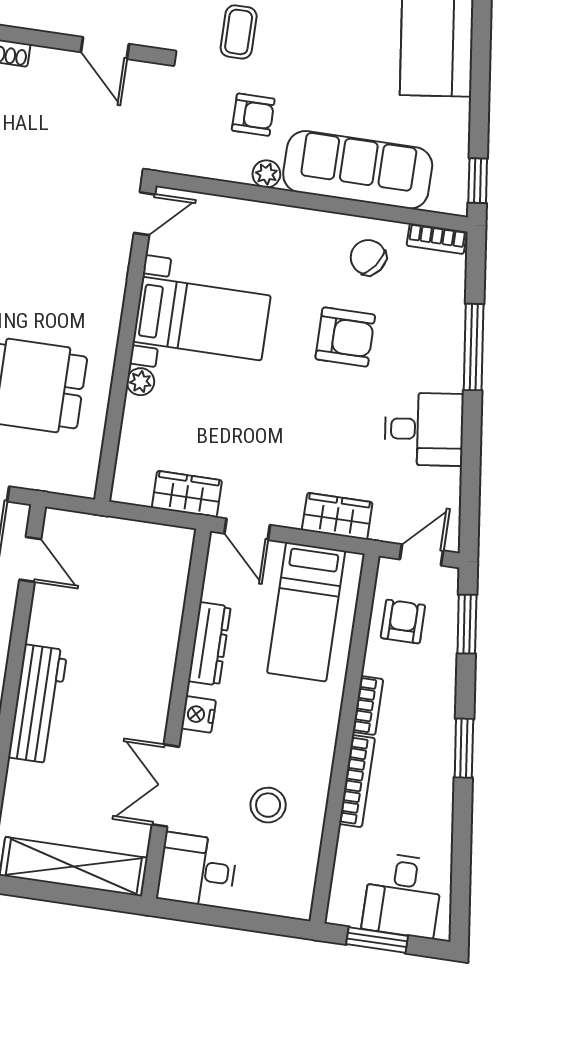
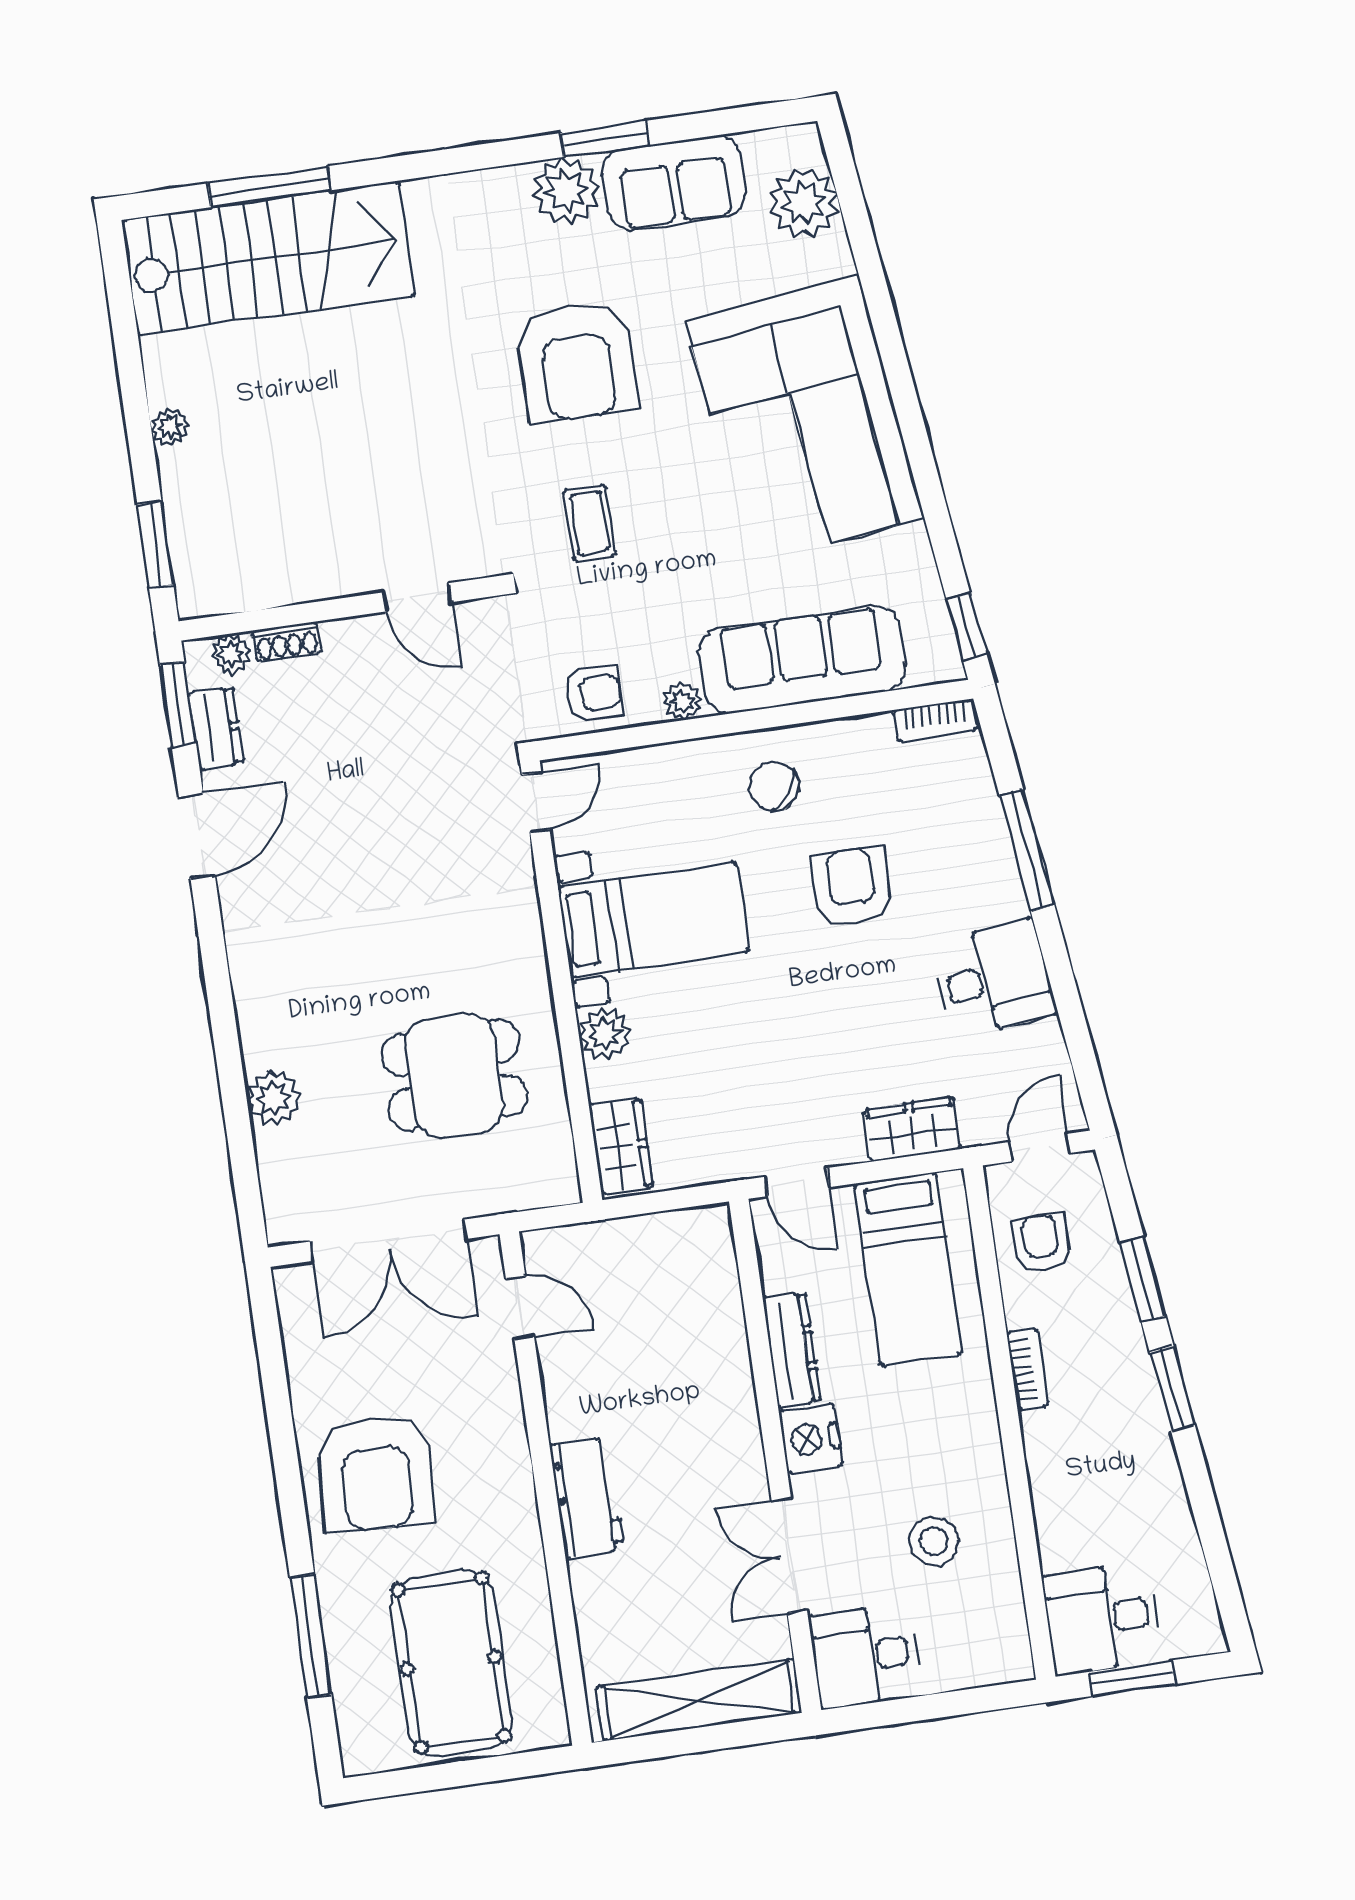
armchair: (253, 115) -> (593, 693), moved
chair: (368, 257) -> (774, 786), moved
armchair: (345, 337) -> (852, 887), turned -90
plant: (141, 382) -> (605, 1034), width x1.38, depth x1.38
wardrobe: (187, 494) -> (621, 1146), moved, turned 90
window: (467, 624) -> (1143, 1279), moved
workbench: (38, 704) -> (587, 1497), width x0.73
nightstand: (198, 714) -> (811, 1439), width x1.36, depth x1.33
bookcase: (357, 781) -> (1043, 1474), removed
desk: (403, 895) -> (1102, 1618), moved, turned 90

